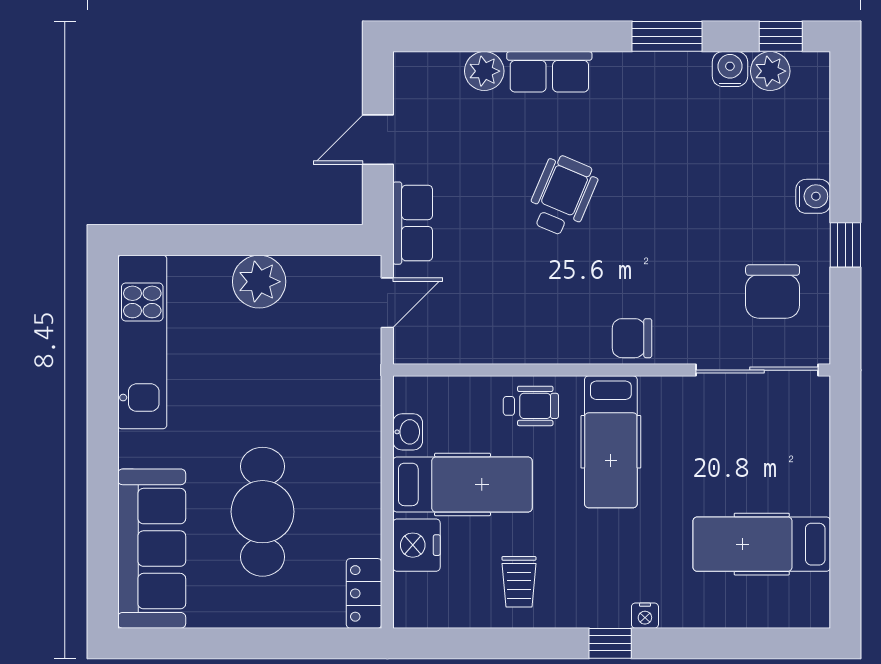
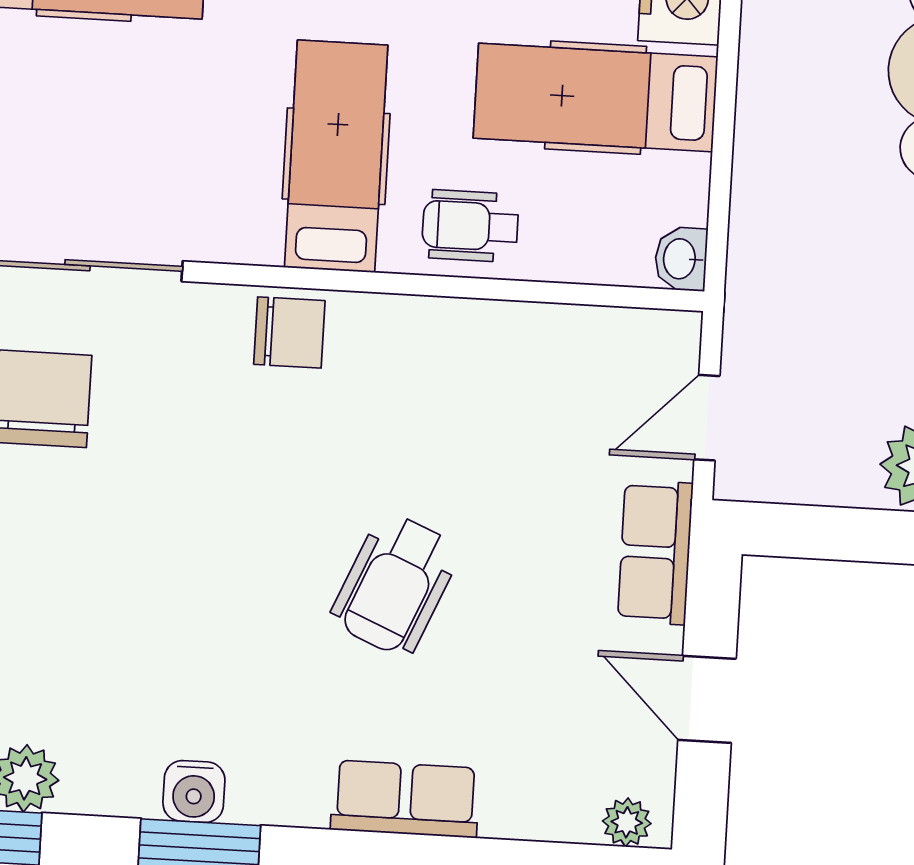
water cooler: (730, 69) -> (194, 792), moved
plant: (484, 71) -> (627, 822), moved, width x0.73, depth x0.73
door: (378, 140) -> (707, 699), swing flipped
washbasin: (408, 432) -> (681, 259), moved

